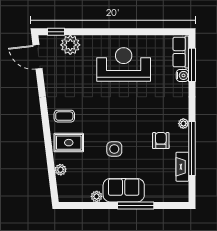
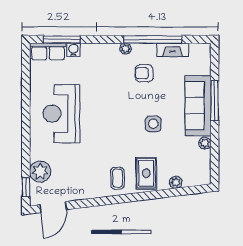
sofa: (124, 190) -> (198, 106), width x1.36

